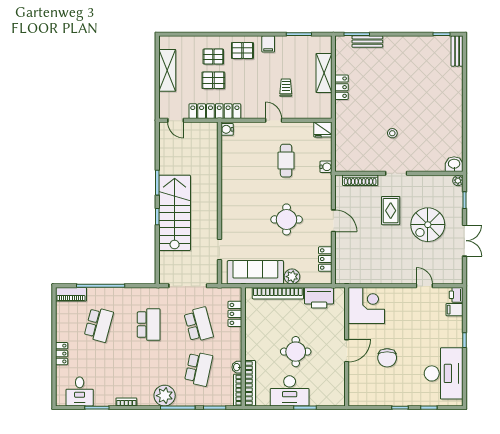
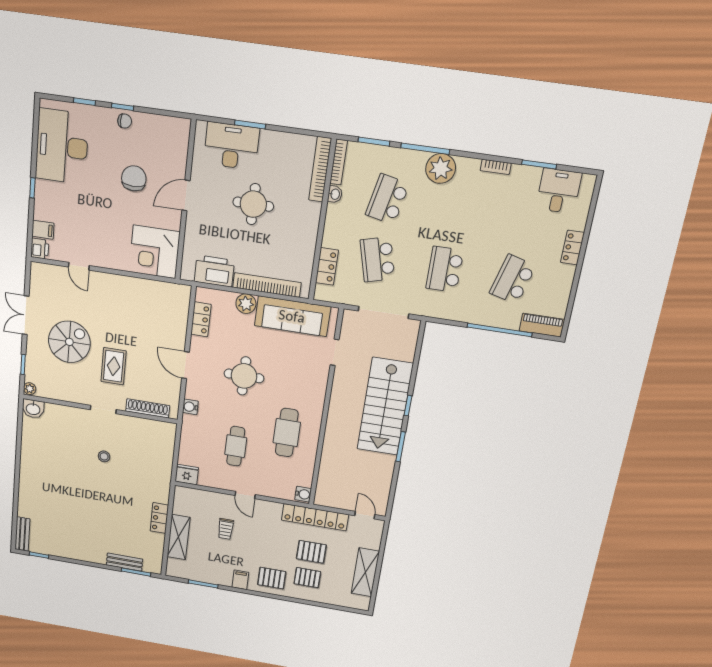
water cooler: (326, 167) -> (190, 407), moved
cafe table: (247, 179) -> (287, 433), added
desk: (290, 391) -> (231, 146), moved
chair: (398, 398) -> (125, 121), added

